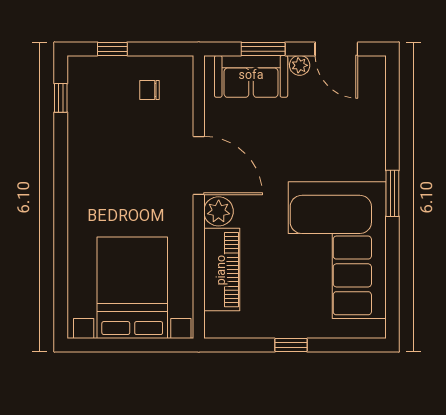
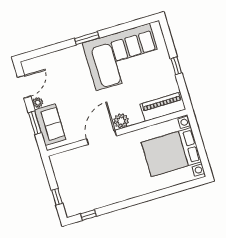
chair: (150, 90) -> (72, 173), removed
piano: (222, 270) -> (163, 107), moved

